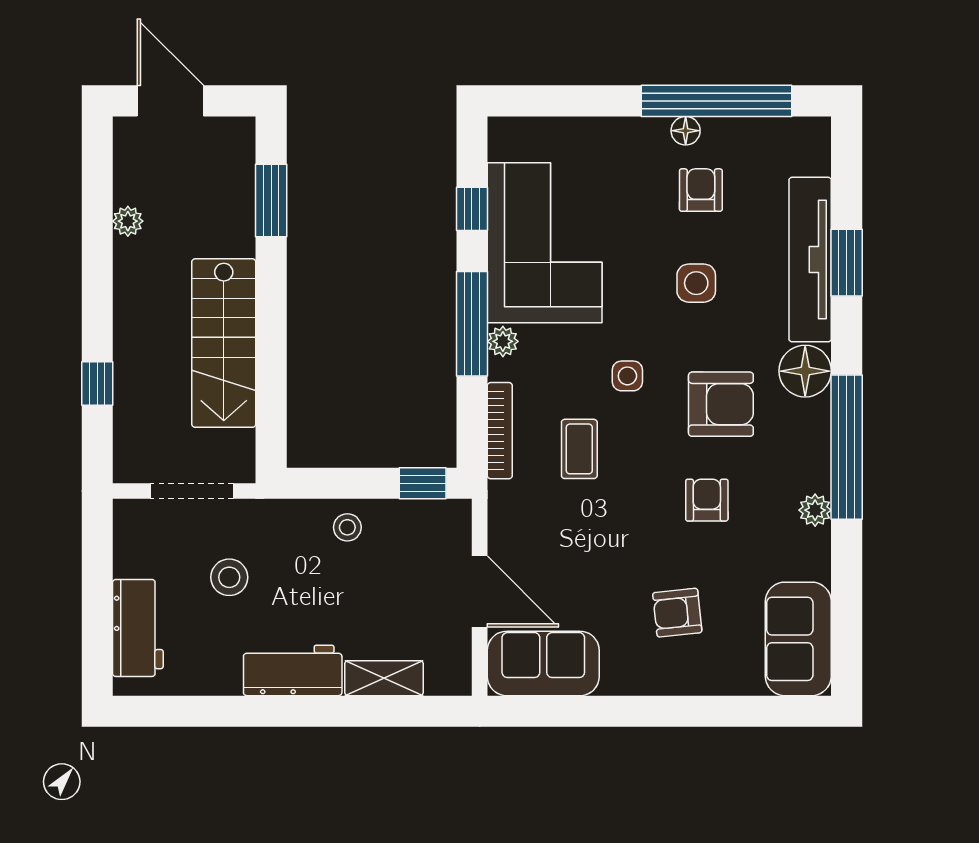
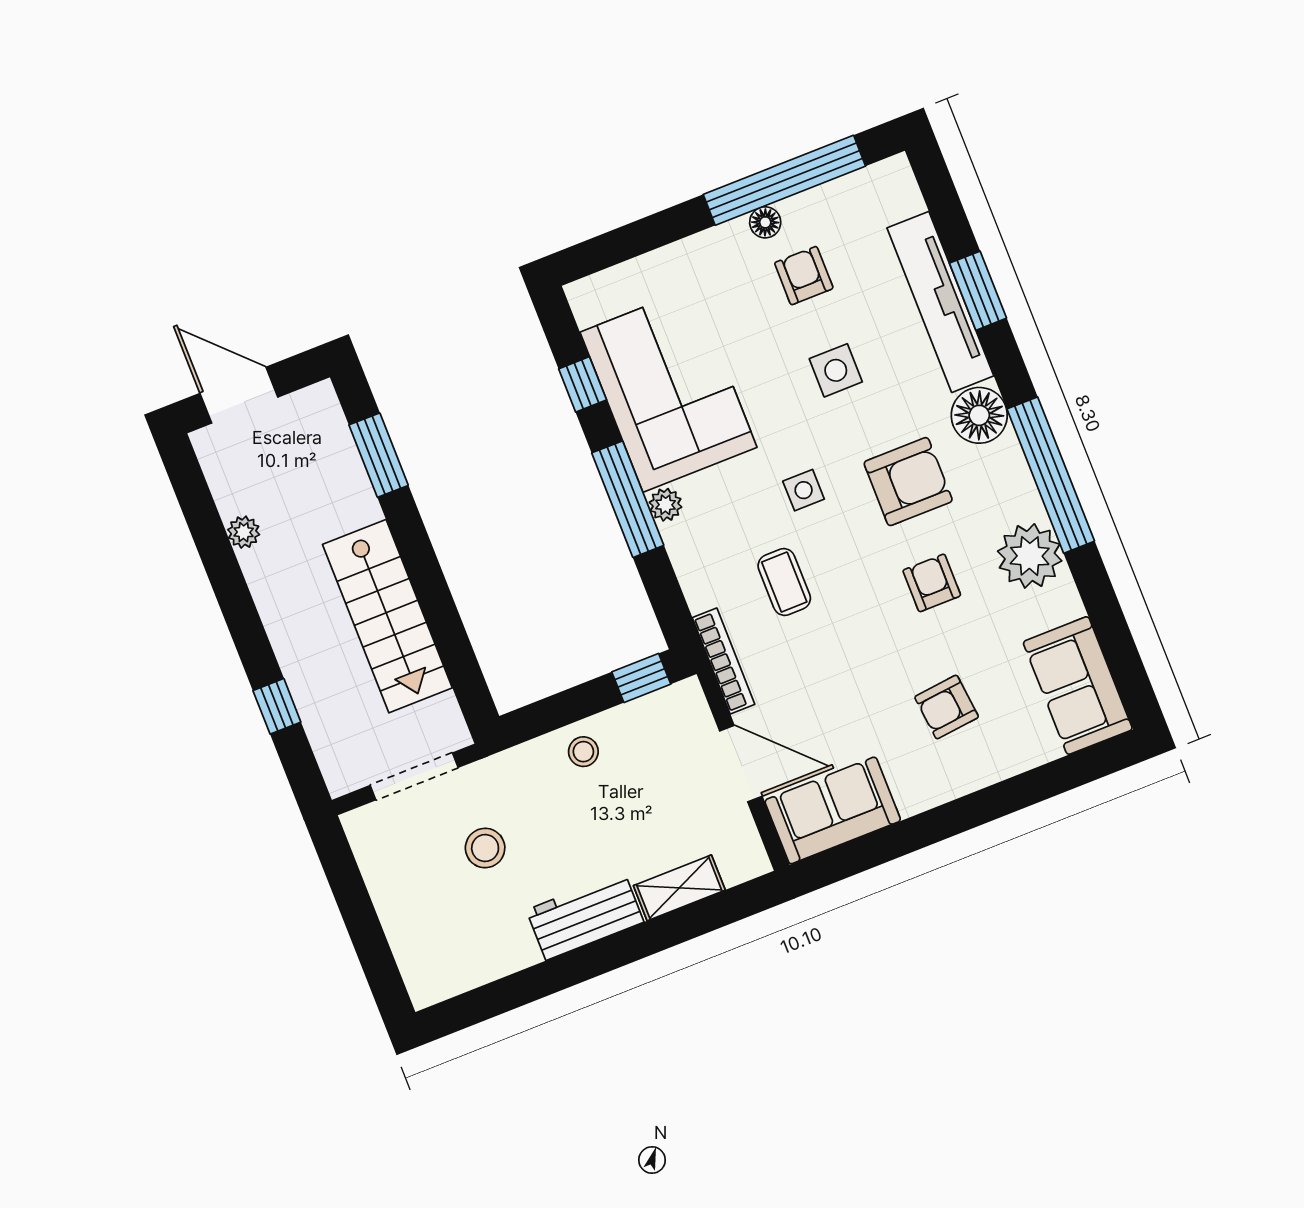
bookcase: (500, 431) -> (724, 661), moved
plant: (815, 510) -> (1030, 556), width x1.88, depth x1.88
workbench: (138, 628) -> (414, 935), removed

